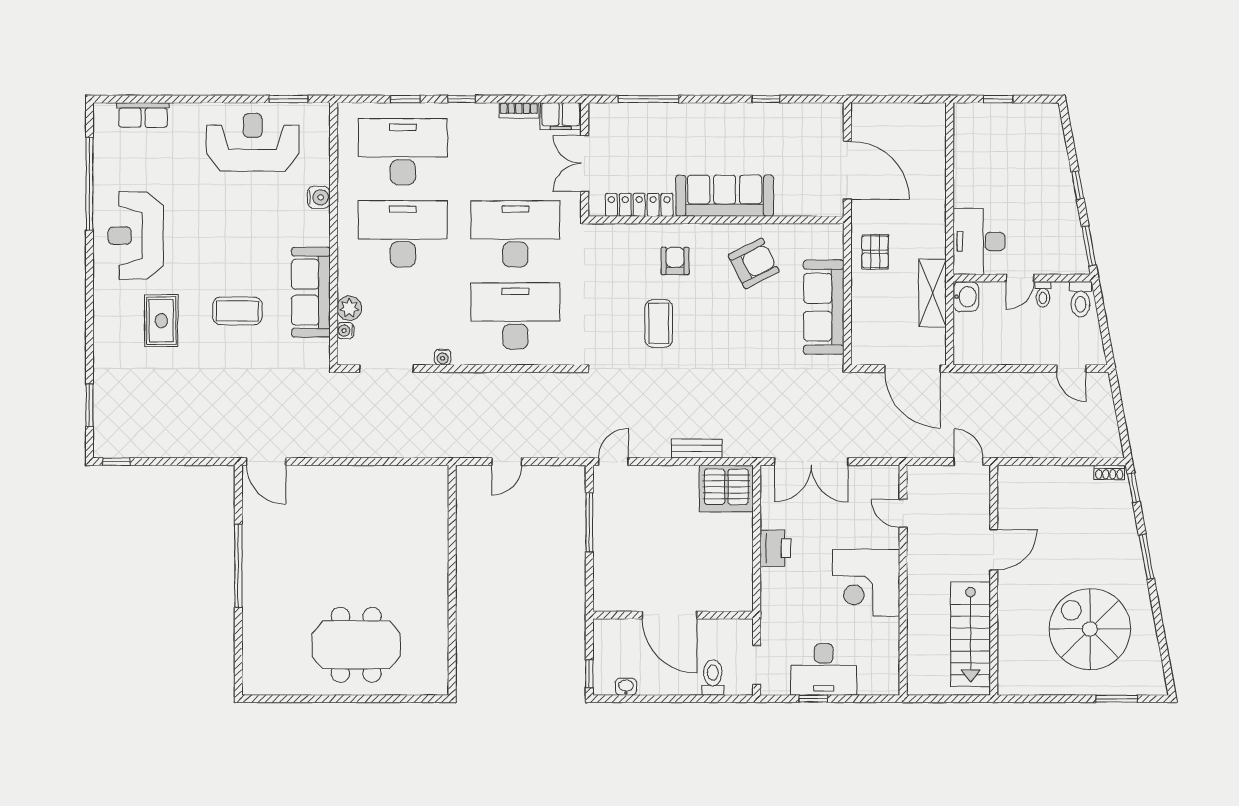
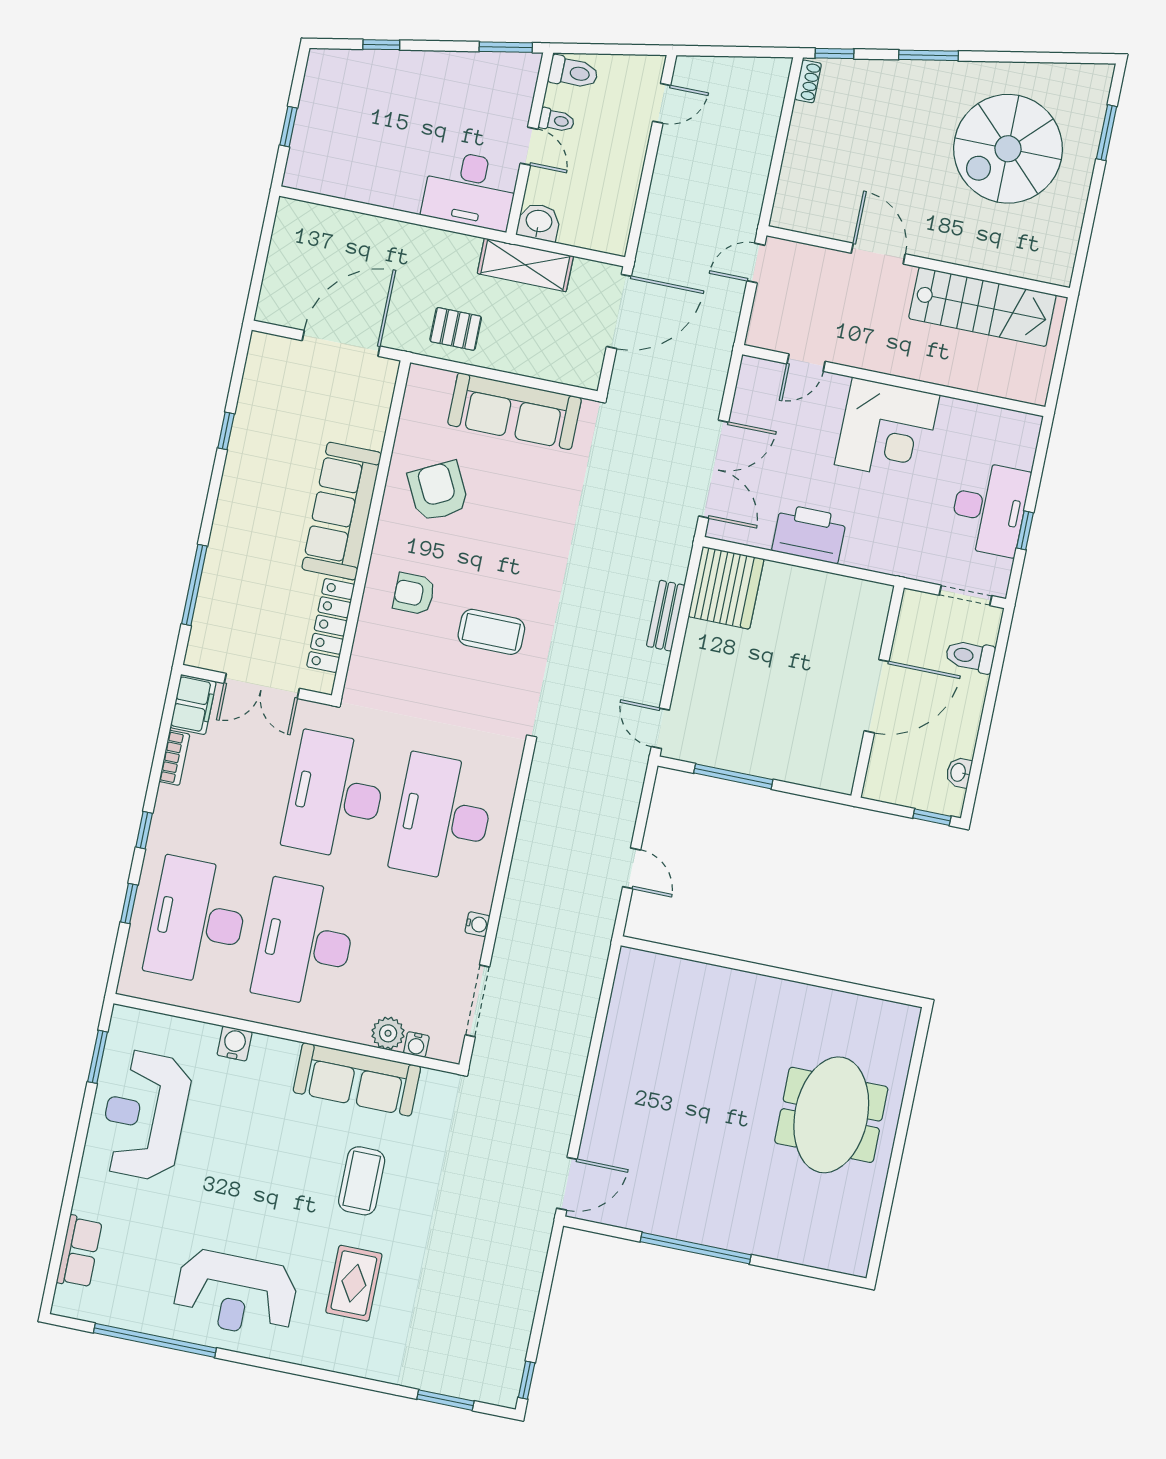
window: (1078, 185) -> (381, 45), moved
rug: (161, 321) -> (354, 1283), turned 90
printer: (775, 548) -> (809, 534), width x1.37, depth x1.19

